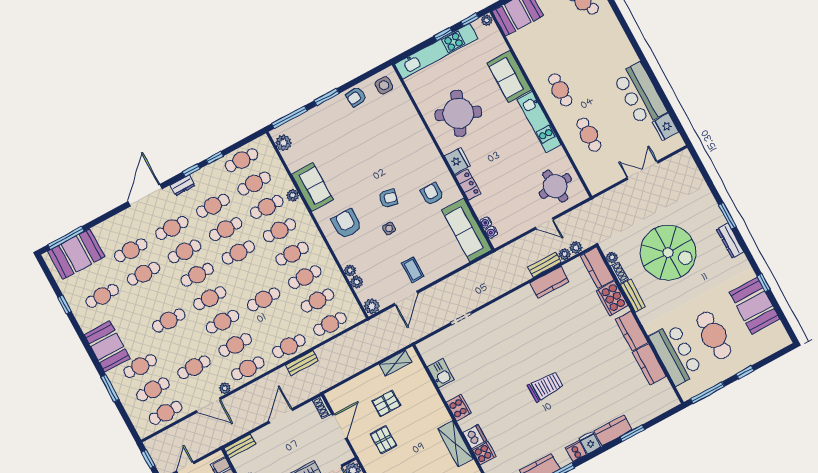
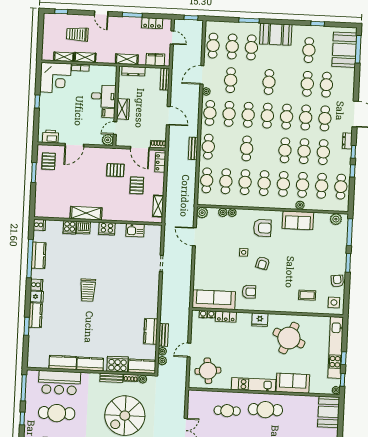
cafe table: (560, 90) -> (265, 410), width x1.37, depth x1.35
locker: (468, 185) -> (226, 317), moved
coffee table: (413, 270) -> (307, 295), moved
locker: (342, 392) -> (160, 162), added

